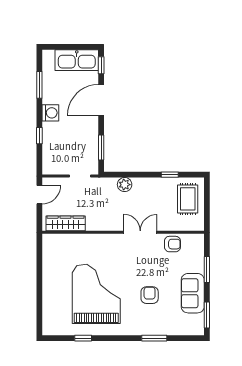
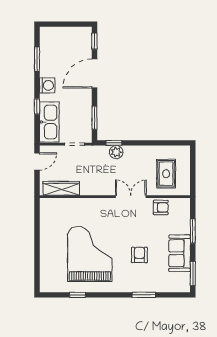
kitchen sink: (77, 60) -> (49, 122), moved, turned -90
window: (170, 175) -> (114, 143), moved
rug: (188, 199) -> (166, 174), moved

